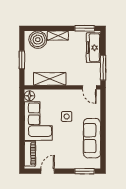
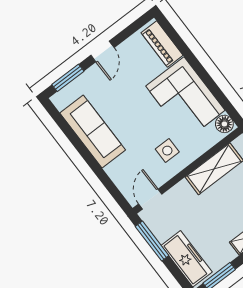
door: (89, 87) -> (150, 199), hinge flipped
side table: (67, 116) -> (167, 151), moved
door: (48, 171) -> (102, 51), moved

